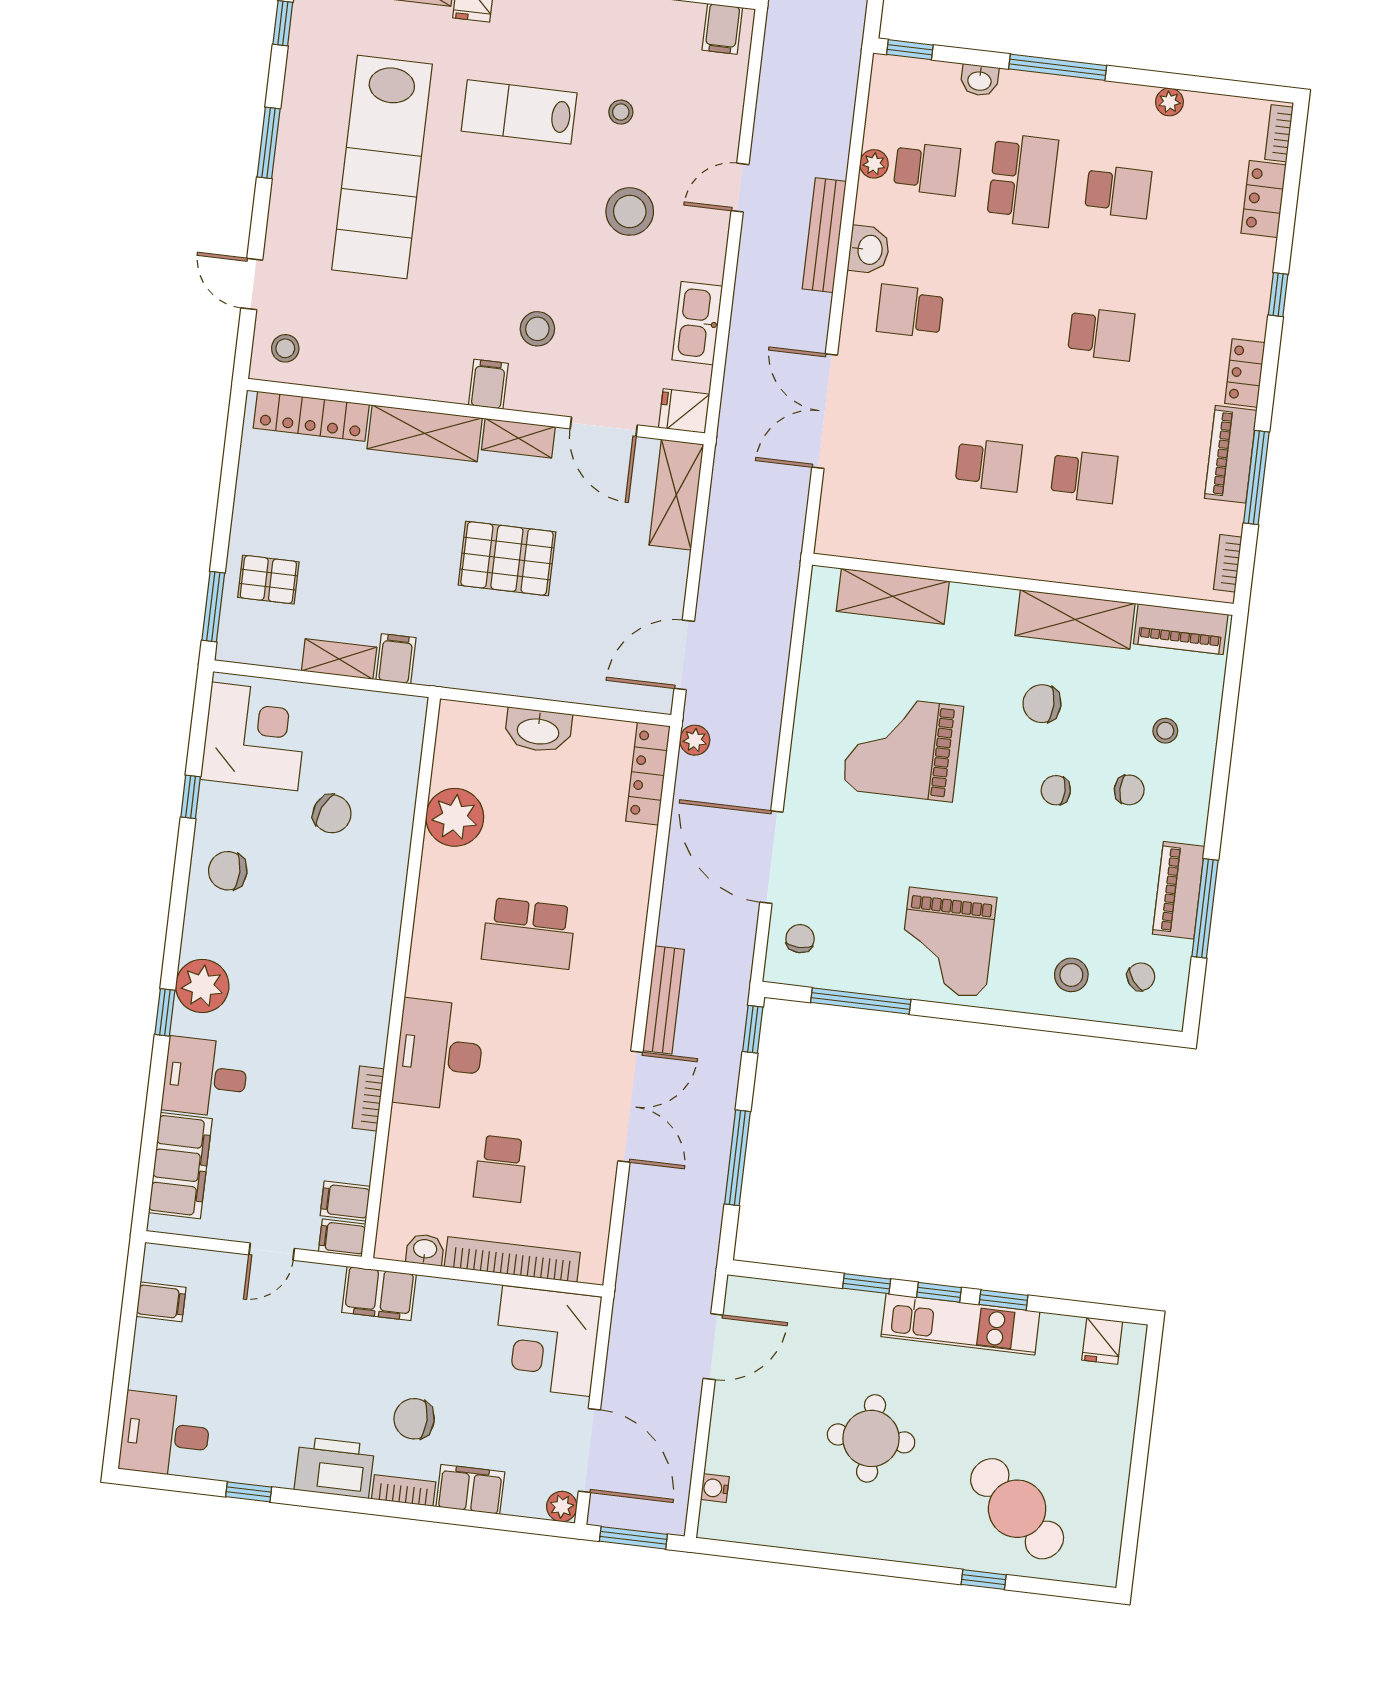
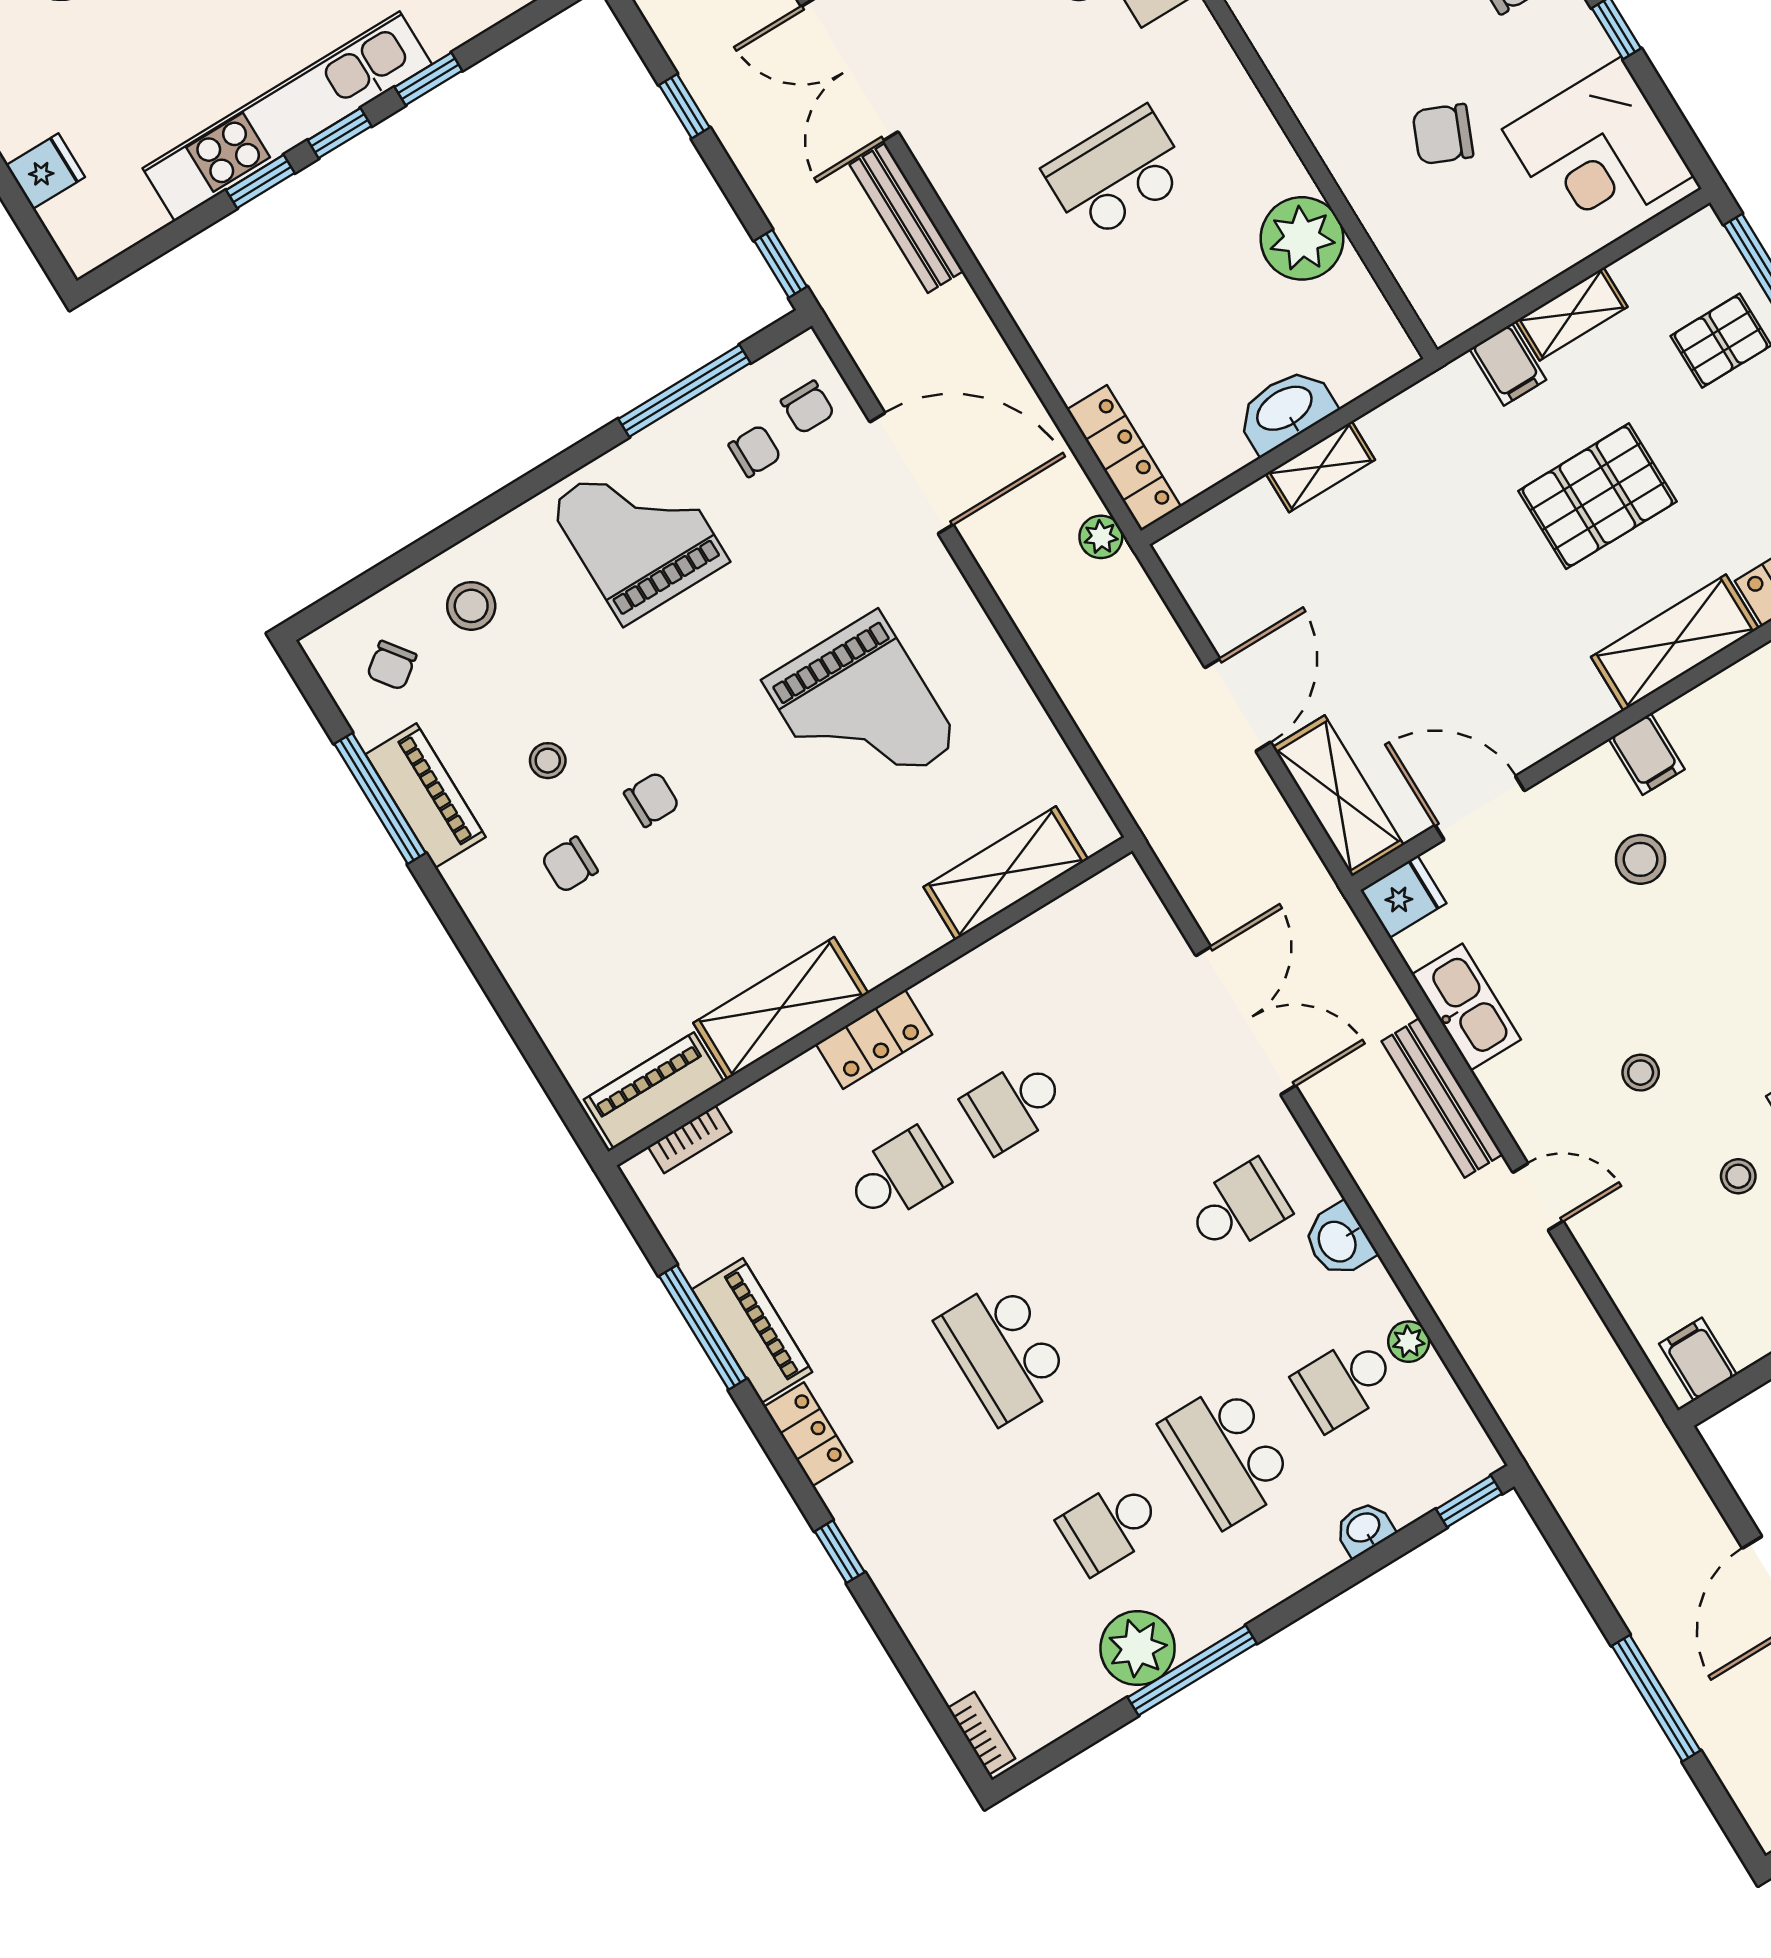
window: (1058, 67) -> (1192, 1670), moved
plant: (1169, 102) -> (1138, 1648), width x1.88, depth x1.88
door: (740, 188) -> (1538, 1197), hinge flipped
locker: (1263, 199) -> (874, 1039), moved, turned 90
stool: (630, 211) -> (1641, 1073), width x0.53, depth x0.53
bench: (824, 235) -> (1442, 1098), moved
school desk: (1101, 334) -> (1003, 1351), width x1.85
shelving: (518, 438) -> (1320, 467), moved
school desk: (1084, 476) -> (897, 1177), turned 180
pallet: (507, 558) -> (1597, 496), moved
bookcase: (1228, 563) -> (690, 1139), moved, turned 90
door: (684, 655) -> (1238, 705), moved
chair: (1042, 704) -> (755, 451), moved, width x0.73, depth x0.73
stool: (1165, 731) -> (548, 761), moved
grand piano: (903, 748) -> (861, 712), turned 90
window: (737, 1158) -> (684, 106), width x0.46
kitchen unit: (960, 1324) -> (287, 116), width x1.36
fridge: (1102, 1341) -> (45, 171), moved, turned 90

